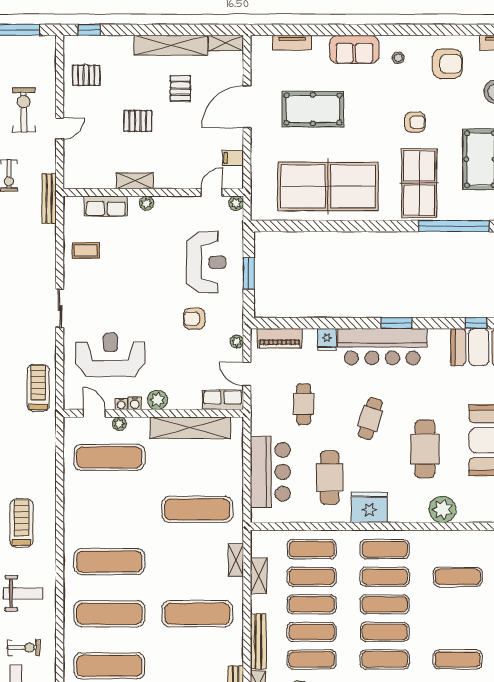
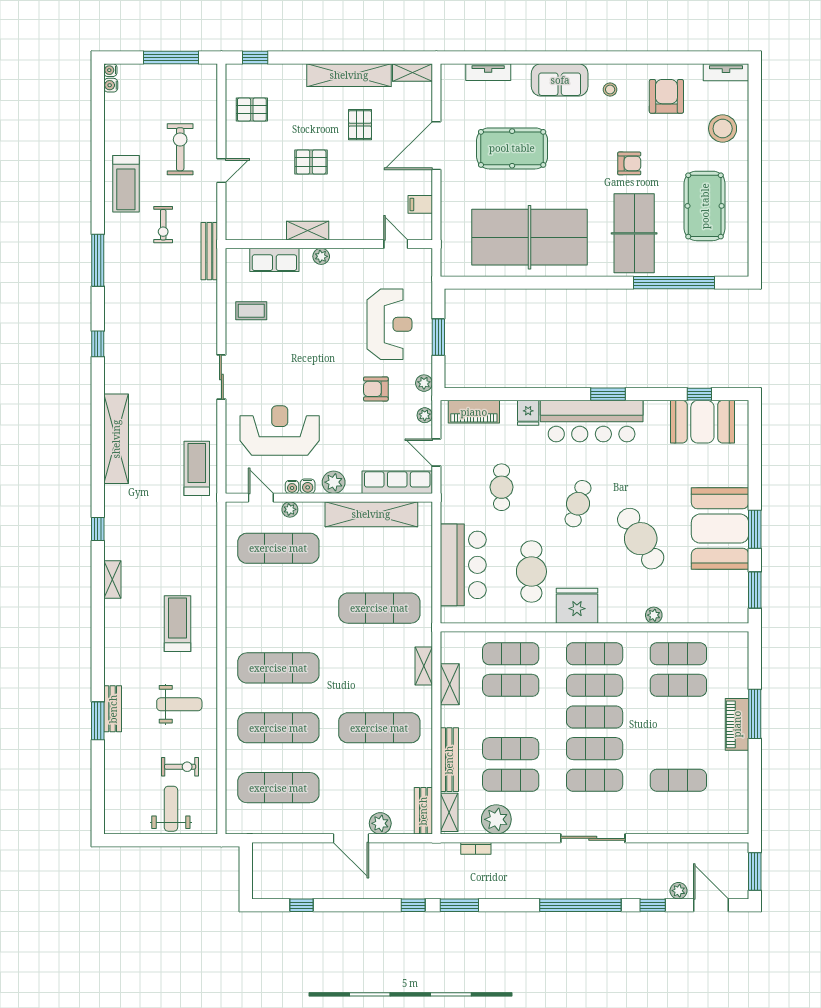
armchair: (447, 64) -> (666, 96), turned -90
door: (212, 192) -> (396, 244), hinge flipped
plant: (236, 203) -> (424, 383), moved
row of seats: (223, 400) -> (397, 482), width x1.48
cafe table: (425, 449) -> (641, 539), turned -31
plant: (443, 509) -> (654, 615), width x0.53, depth x0.53
exercise mat: (312, 604) -> (678, 654), moved

